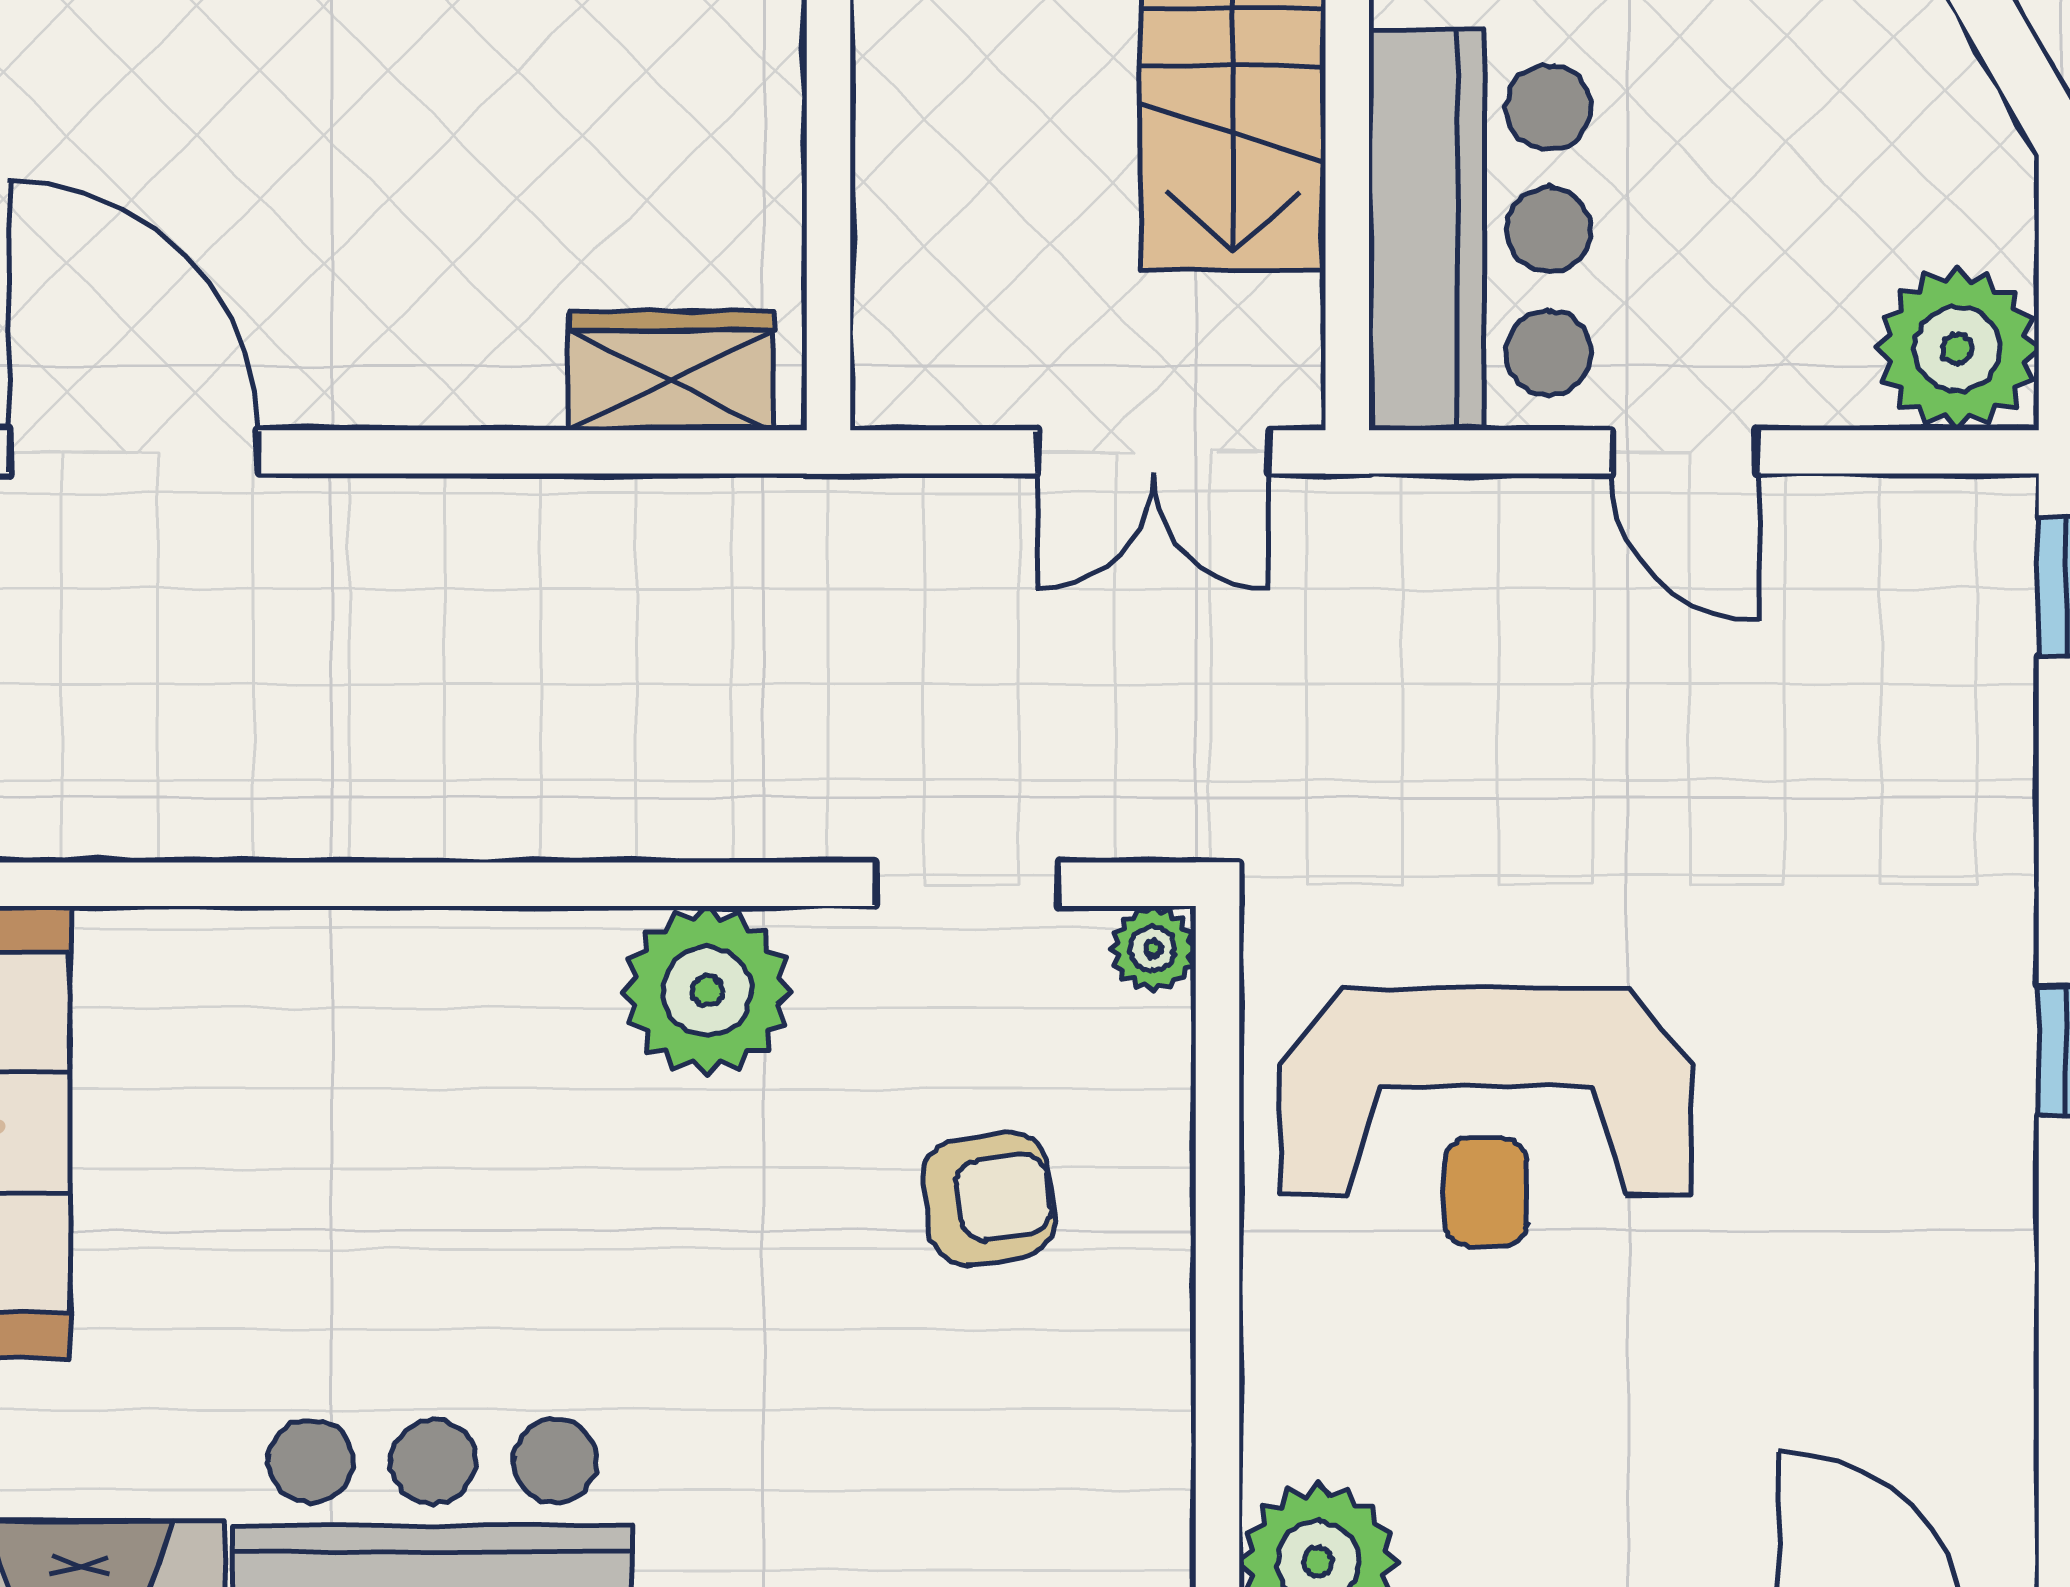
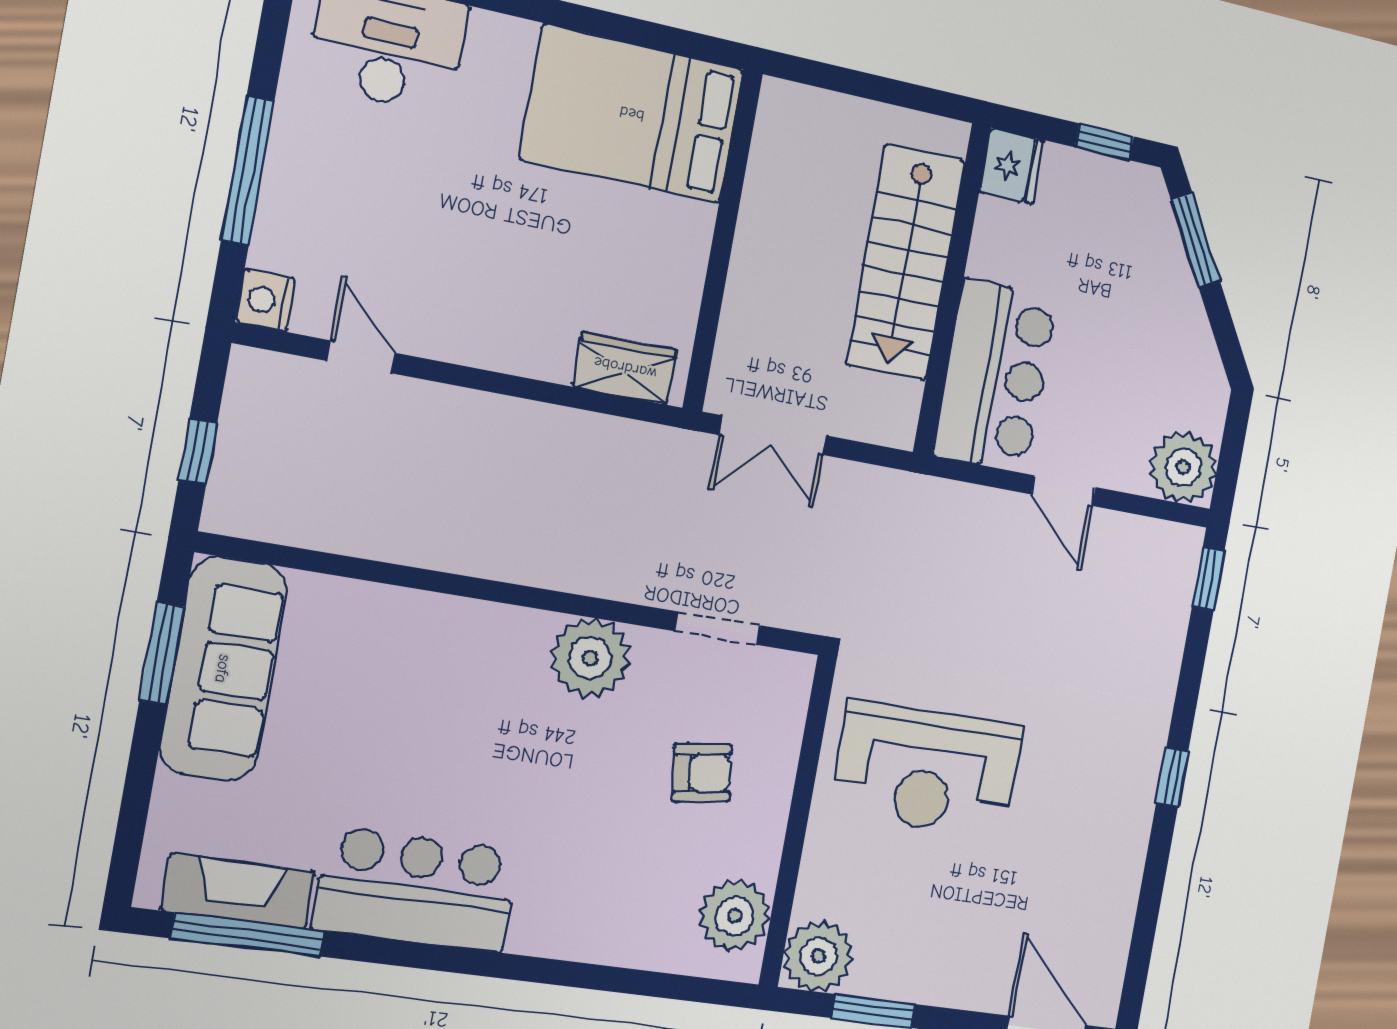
door: (133, 452) -> (361, 357), width x0.53
double door: (1153, 452) -> (773, 435), moved
plant: (1153, 948) -> (735, 916), moved, width x1.88, depth x1.88

